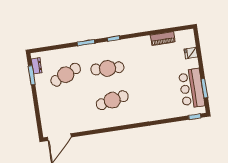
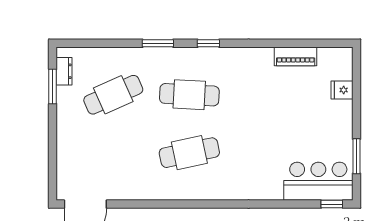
bar counter: (192, 88) -> (318, 181), moved, turned 90

